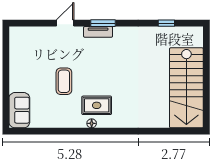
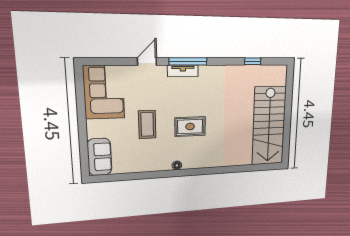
window: (103, 23) -> (188, 61), width x1.44
corner sofa: (26, 50) -> (104, 92), added
rug: (97, 105) -> (190, 127), moved

